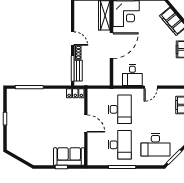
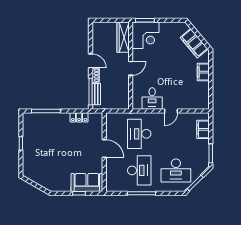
door: (112, 46) -> (131, 68), width x0.53
locker: (75, 93) -> (79, 117), moved
desk: (120, 109) -> (139, 134), turned 180

